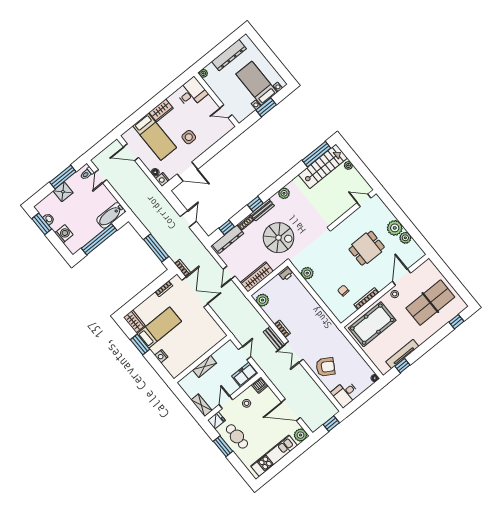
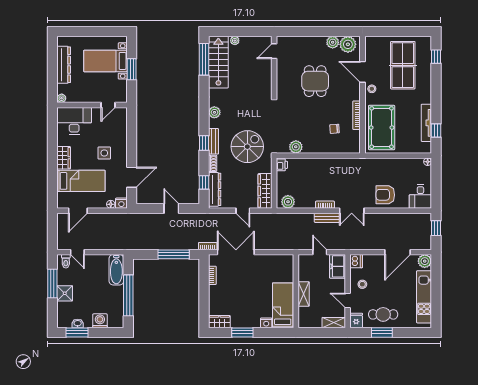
desk: (192, 93) -> (74, 121), width x1.37
plant: (395, 228) -> (348, 44), moved
bed: (159, 328) -> (283, 305), moved
armchair: (325, 367) -> (385, 195), turned -121

